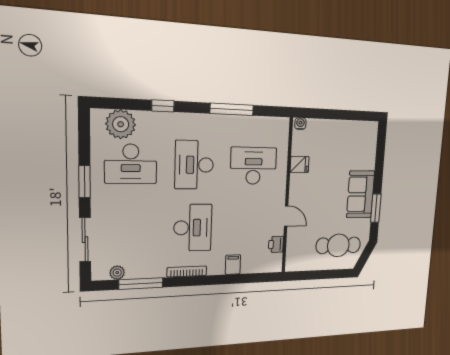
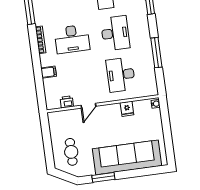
desk: (194, 165) -> (115, 33), turned 90
desk: (253, 166) -> (121, 75), turned 180
sofa: (361, 194) -> (127, 157), width x1.85, depth x1.27
cafe table: (338, 245) -> (71, 152), width x0.73, depth x0.74

